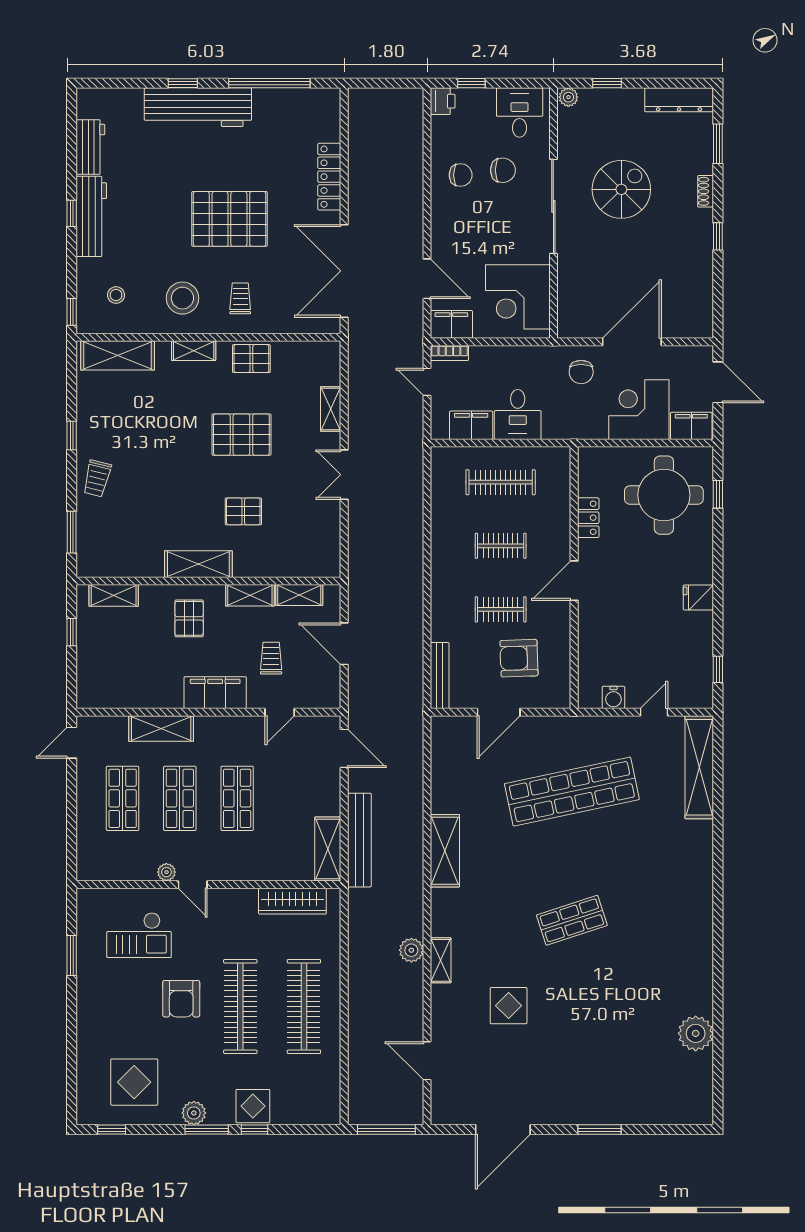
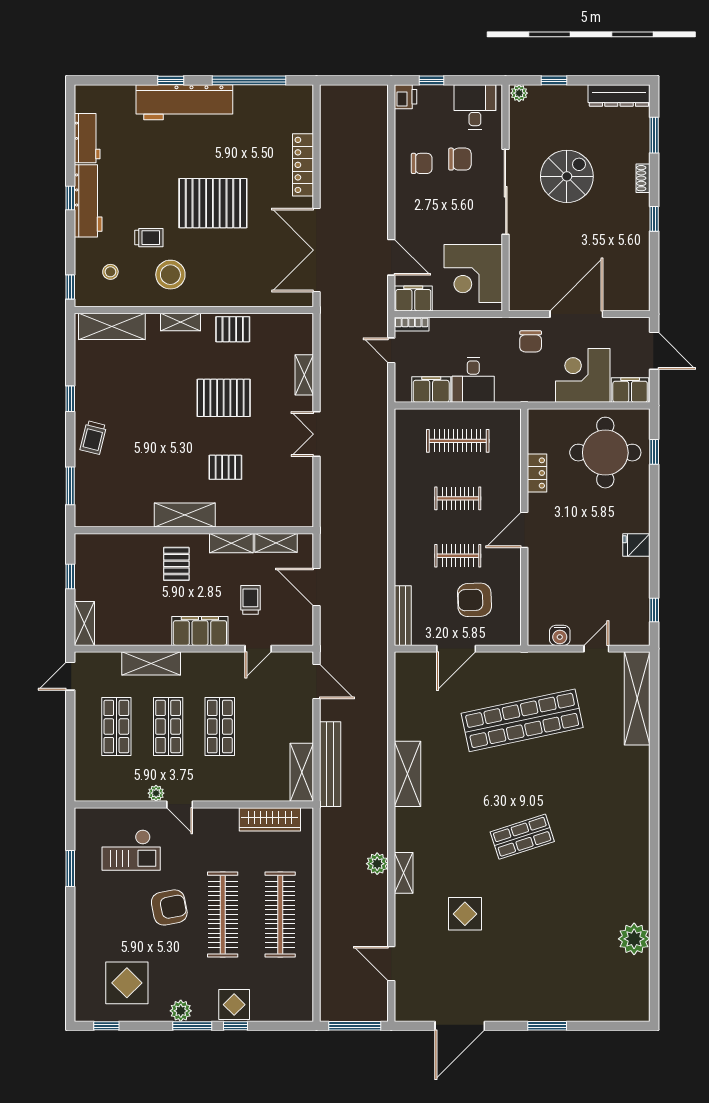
trolley: (240, 298) -> (149, 238), moved, turned 90
shelving: (114, 595) -> (84, 623), moved, turned 90
armchair: (181, 999) -> (169, 907), turned -101

